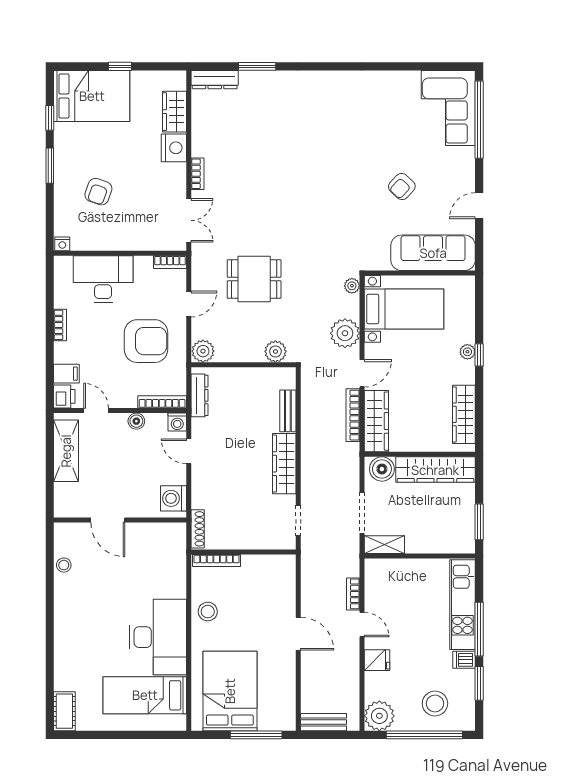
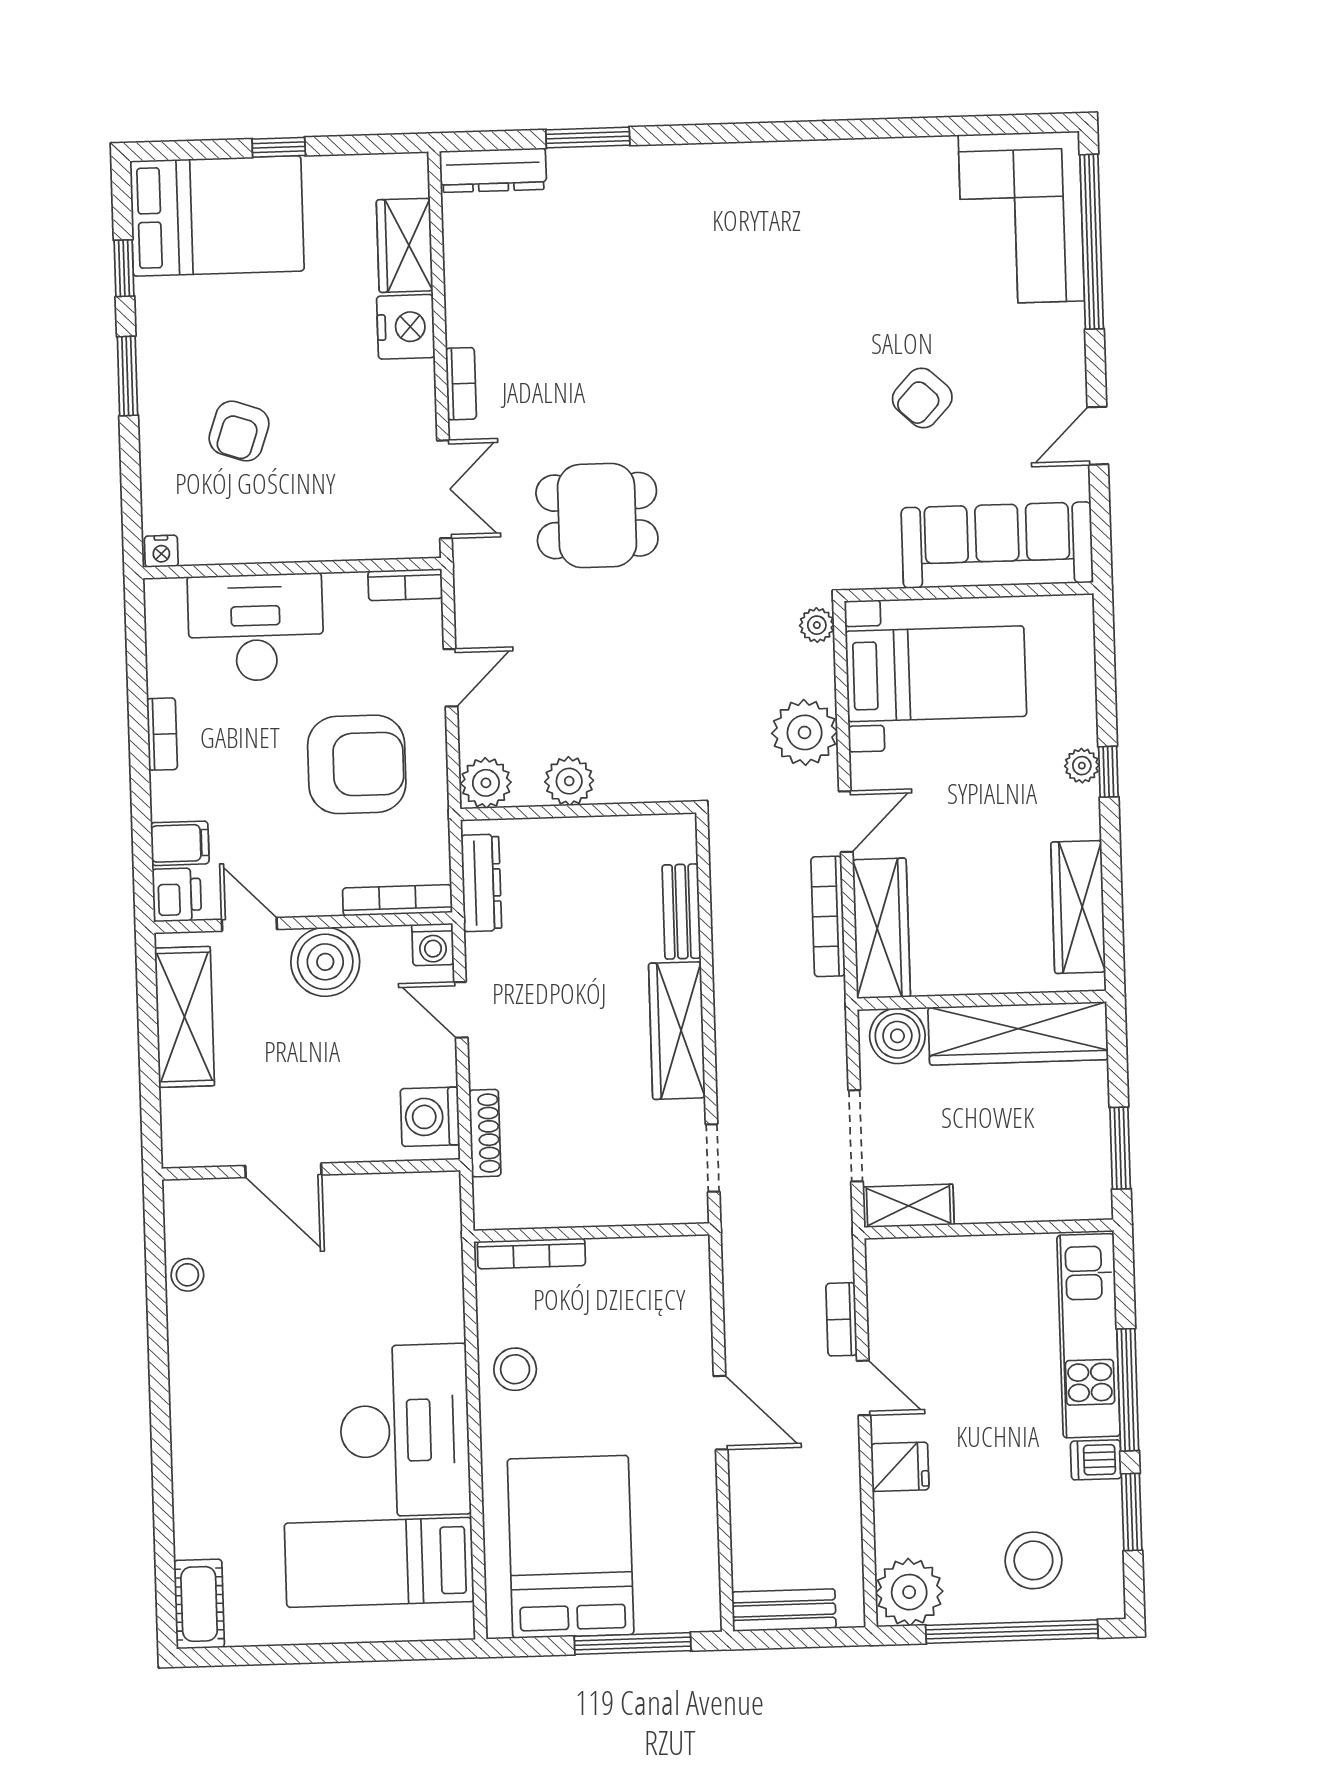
dining table: (254, 279) -> (597, 516), moved
plant: (275, 351) -> (569, 781), moved
boiler: (136, 421) -> (325, 962), width x1.86, depth x1.86
shoe rack: (198, 529) -> (485, 1133), moved

